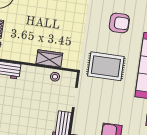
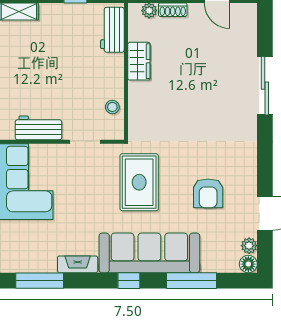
wardrobe: (49, 58) -> (139, 61), moved

